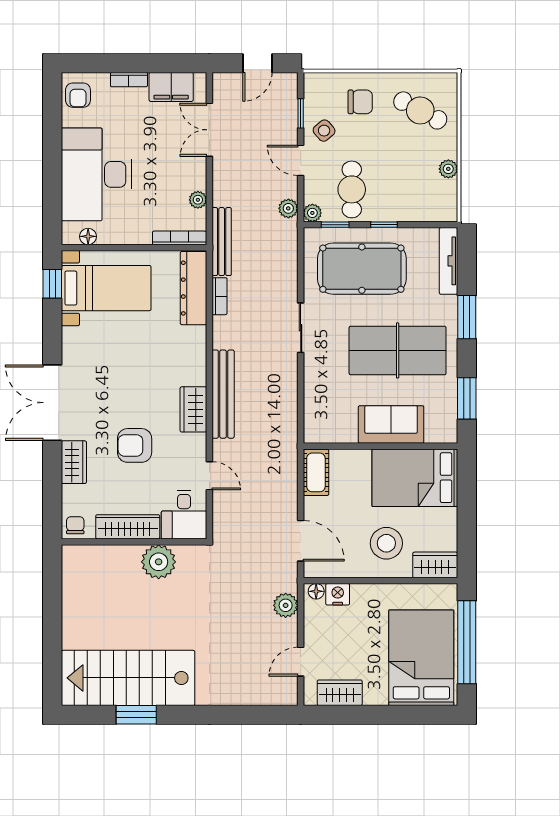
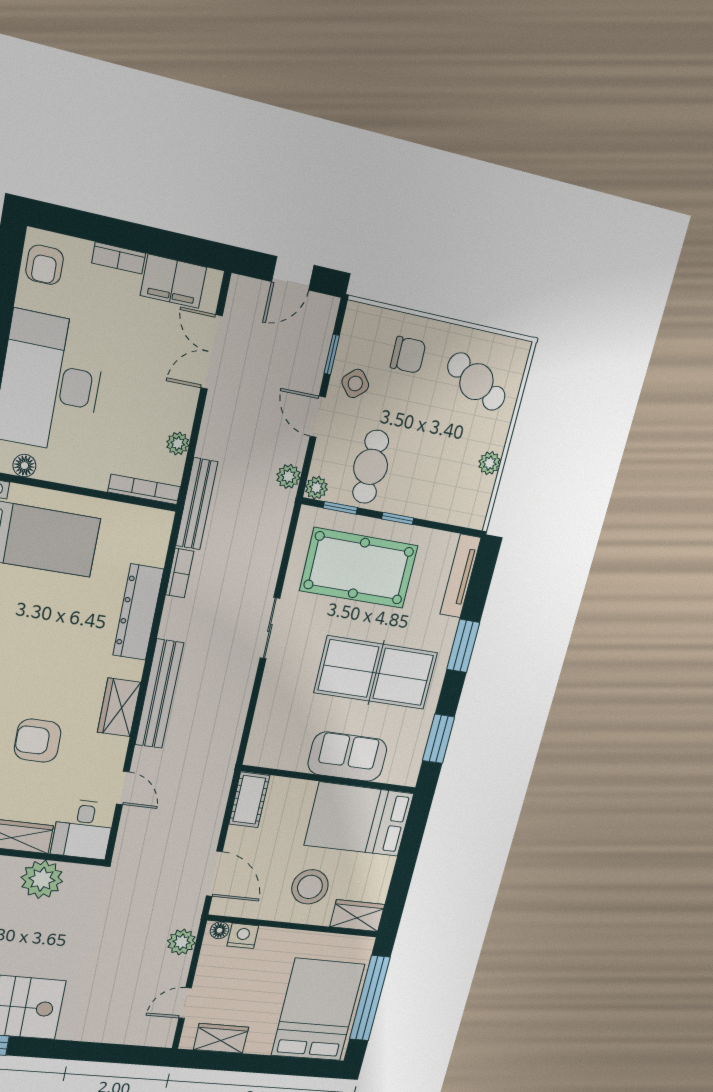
dresser: (193, 288) -> (138, 612), moved

